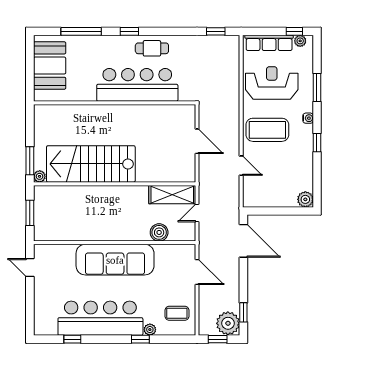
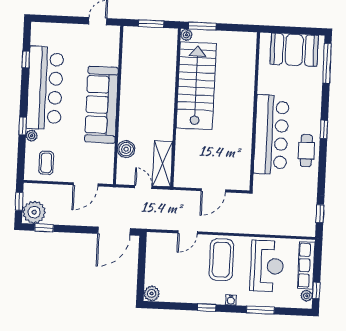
window: (81, 31) -> (327, 63), moved

